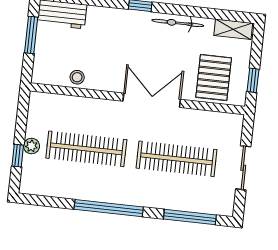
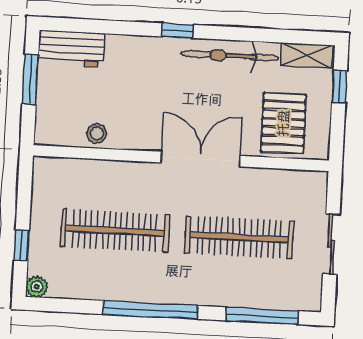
bicycle: (178, 23) -> (230, 56), width x1.37, depth x1.40
window: (253, 80) -> (340, 86), moved
plant: (31, 146) -> (37, 287), moved

